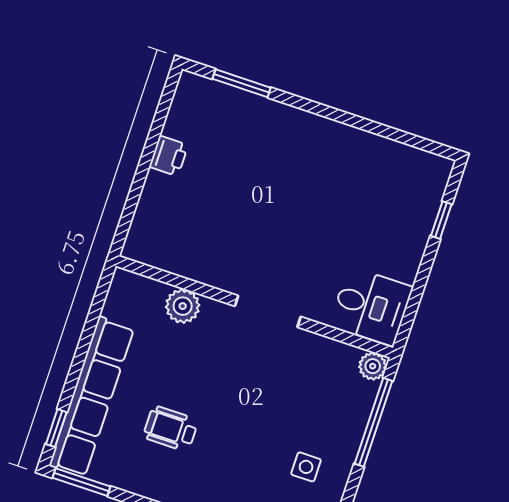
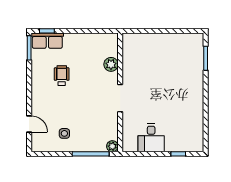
printer: (169, 156) -> (168, 39), removed
desk: (371, 306) -> (151, 138), moved
row of seats: (92, 397) -> (47, 41), width x0.50

